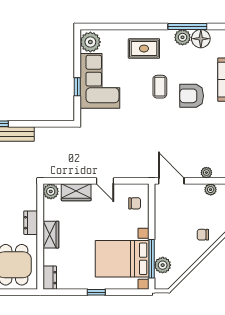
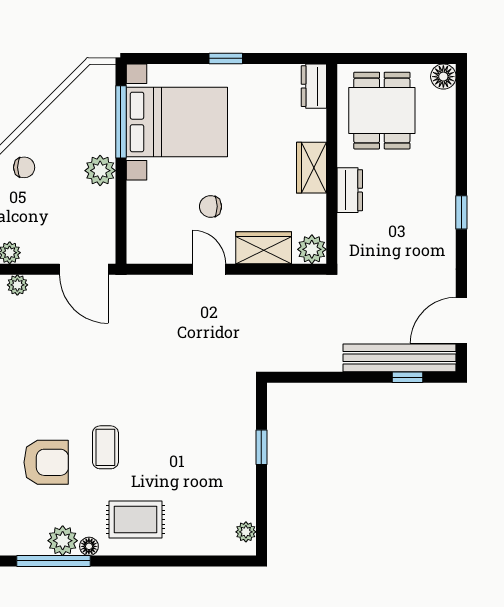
floor lamp: (201, 39) -> (89, 546), moved, width x0.53, depth x0.53
plant: (90, 42) -> (246, 532), width x0.53, depth x0.53
corner sofa: (100, 81) -> (219, 458), removed
armchair: (192, 96) -> (46, 462), moved
chair: (135, 203) -> (210, 206), moved
plant: (163, 265) -> (100, 171), moved

